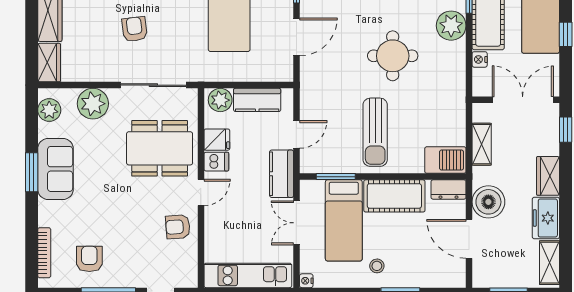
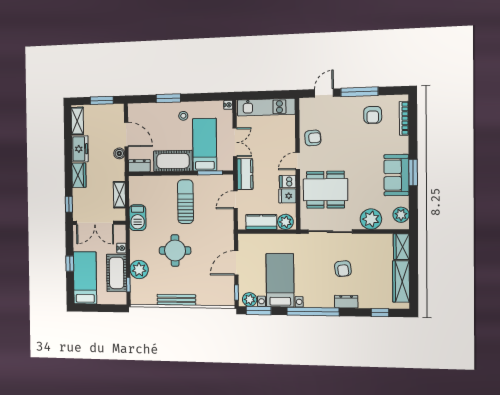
barbecue: (445, 160) -> (138, 218), moved, turned -90
boiler: (488, 202) -> (119, 153), width x0.54, depth x0.54

